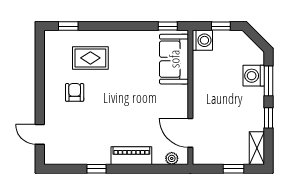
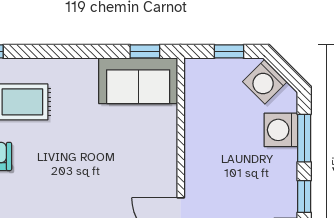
washing machine: (202, 40) -> (265, 82), moved, turned 135
sofa: (174, 59) -> (138, 81), moved, turned -90

